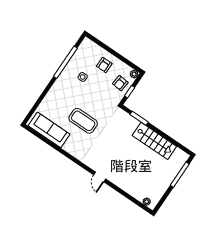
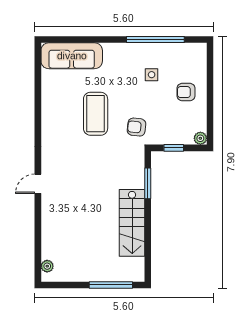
armchair: (120, 83) -> (137, 127), moved
sofa: (49, 130) -> (72, 56), moved, turned 90

